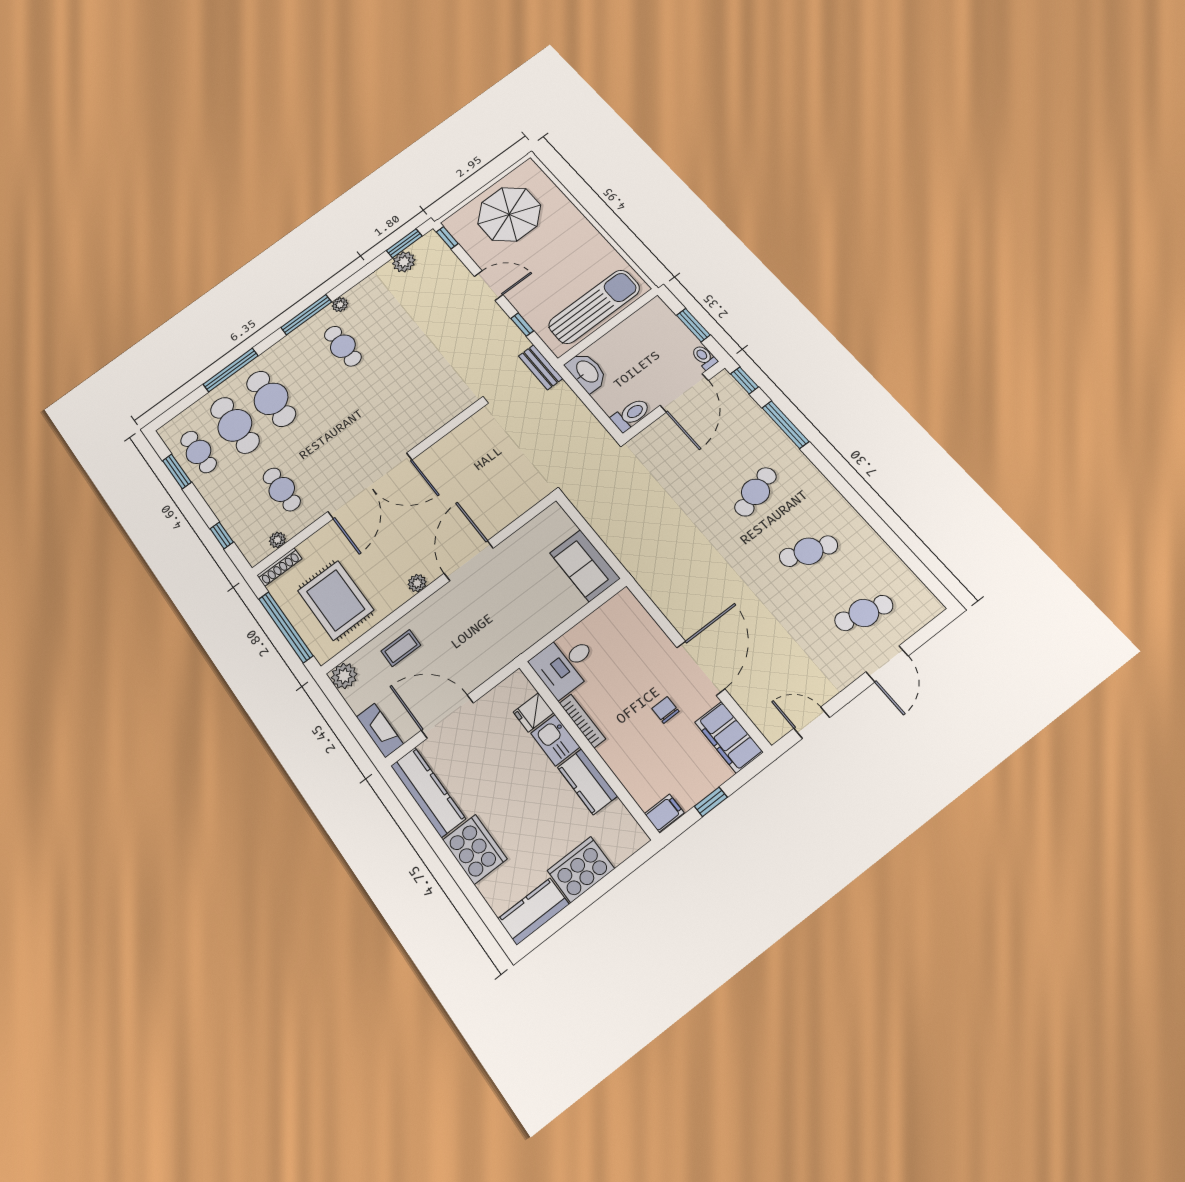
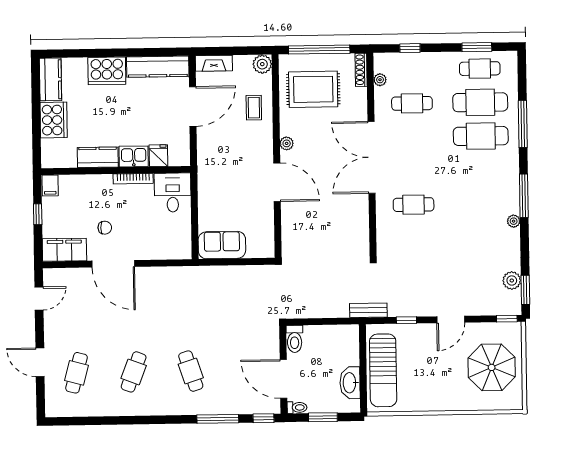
cafe table: (343, 346) -> (414, 205), moved
washbasin: (587, 372) -> (350, 383), moved, turned 90

